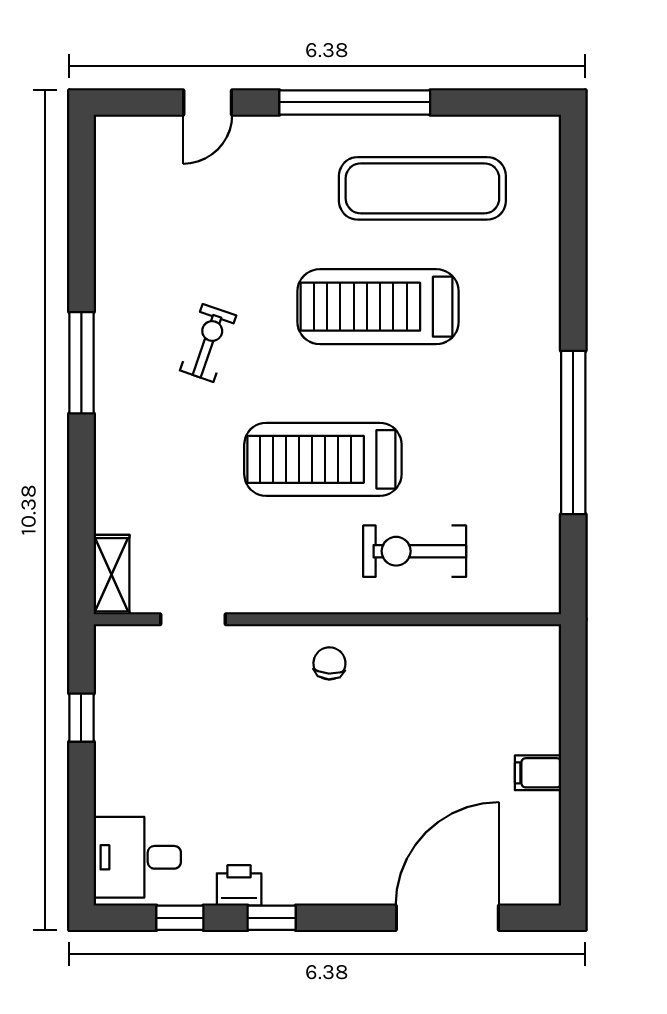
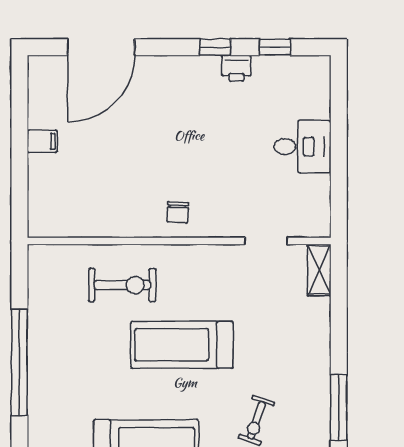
treadmill: (323, 459) -> (182, 345), turned 180
window: (81, 718) -> (339, 177), removed
desk: (137, 857) -> (302, 147), moved

